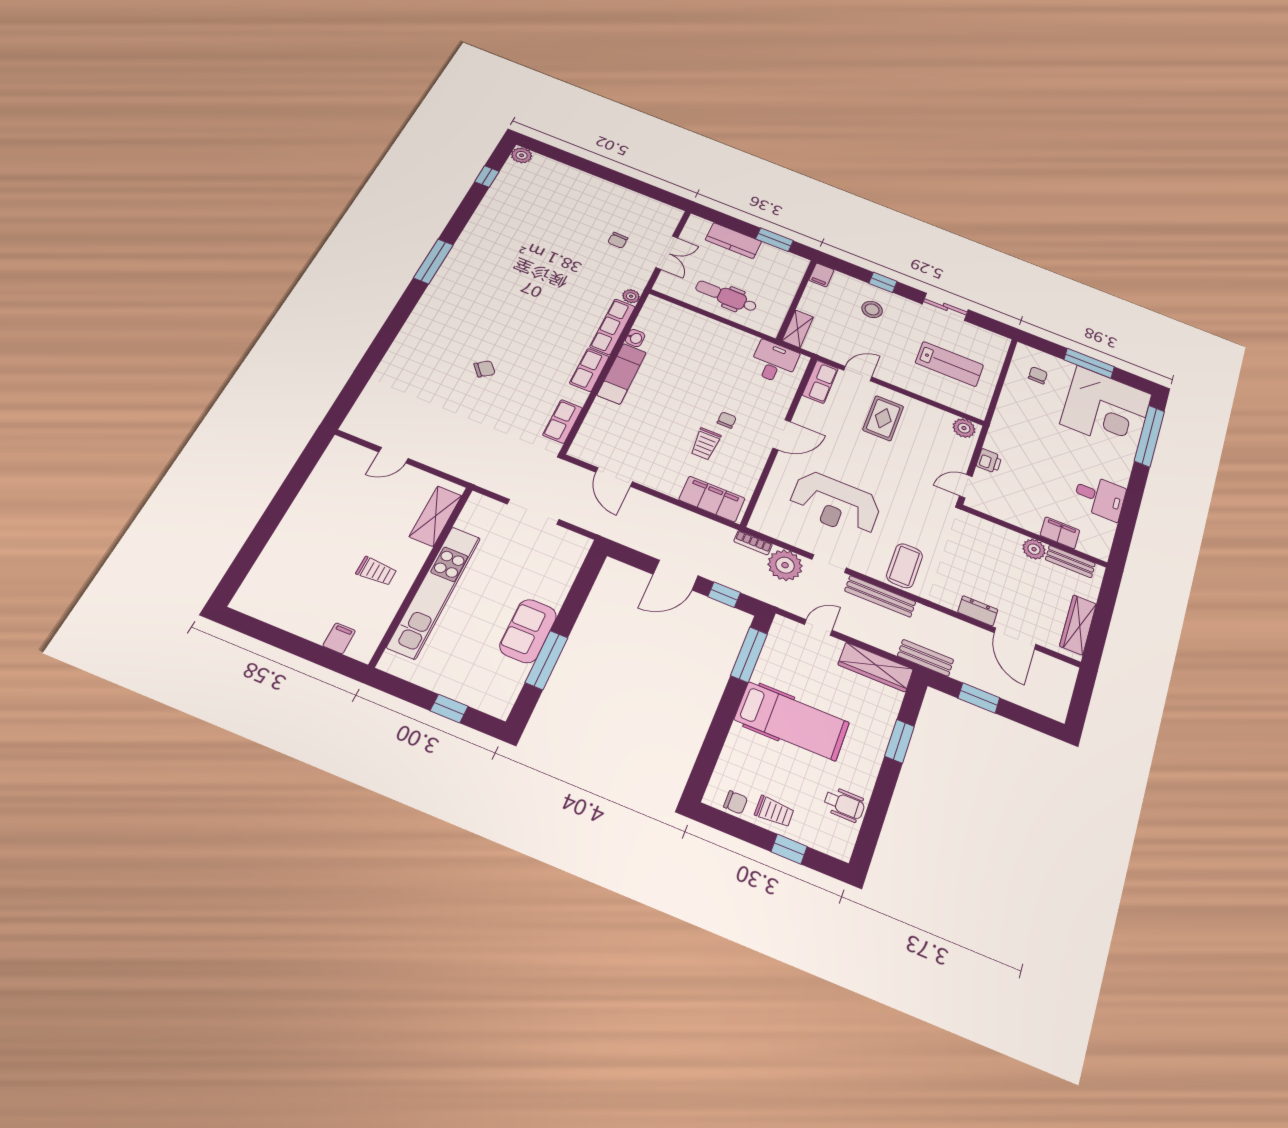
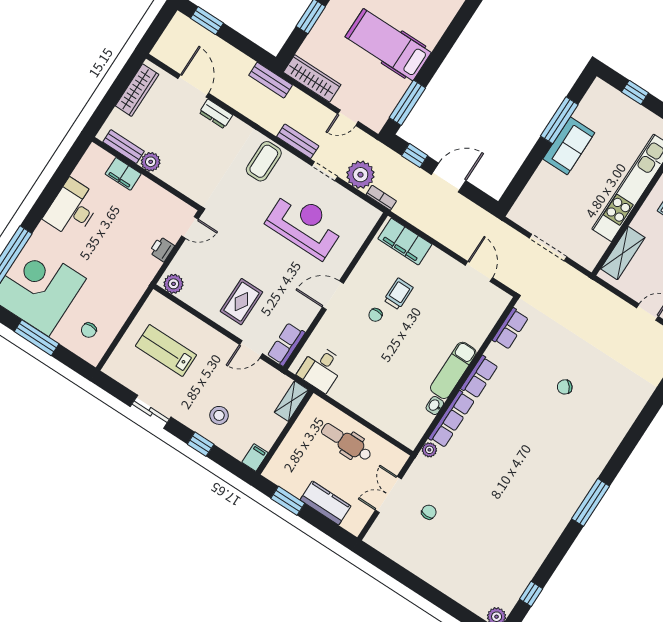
dental chair: (726, 296) -> (346, 442), turned 180
desk: (1100, 497) -> (72, 209), width x1.37
bench: (880, 596) -> (298, 141), width x0.73
window: (979, 698) -> (207, 21), moved

